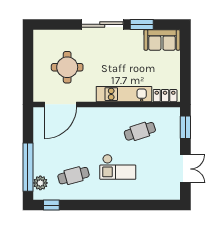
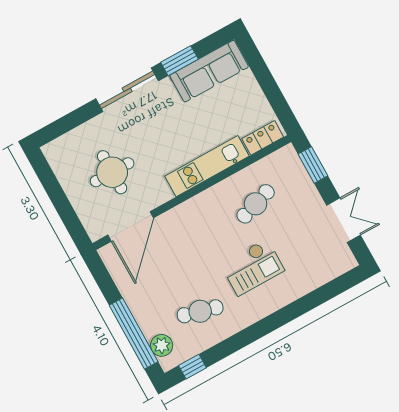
sofa: (162, 40) -> (209, 71), width x1.36
cafe table: (74, 176) -> (200, 311), turned 30

